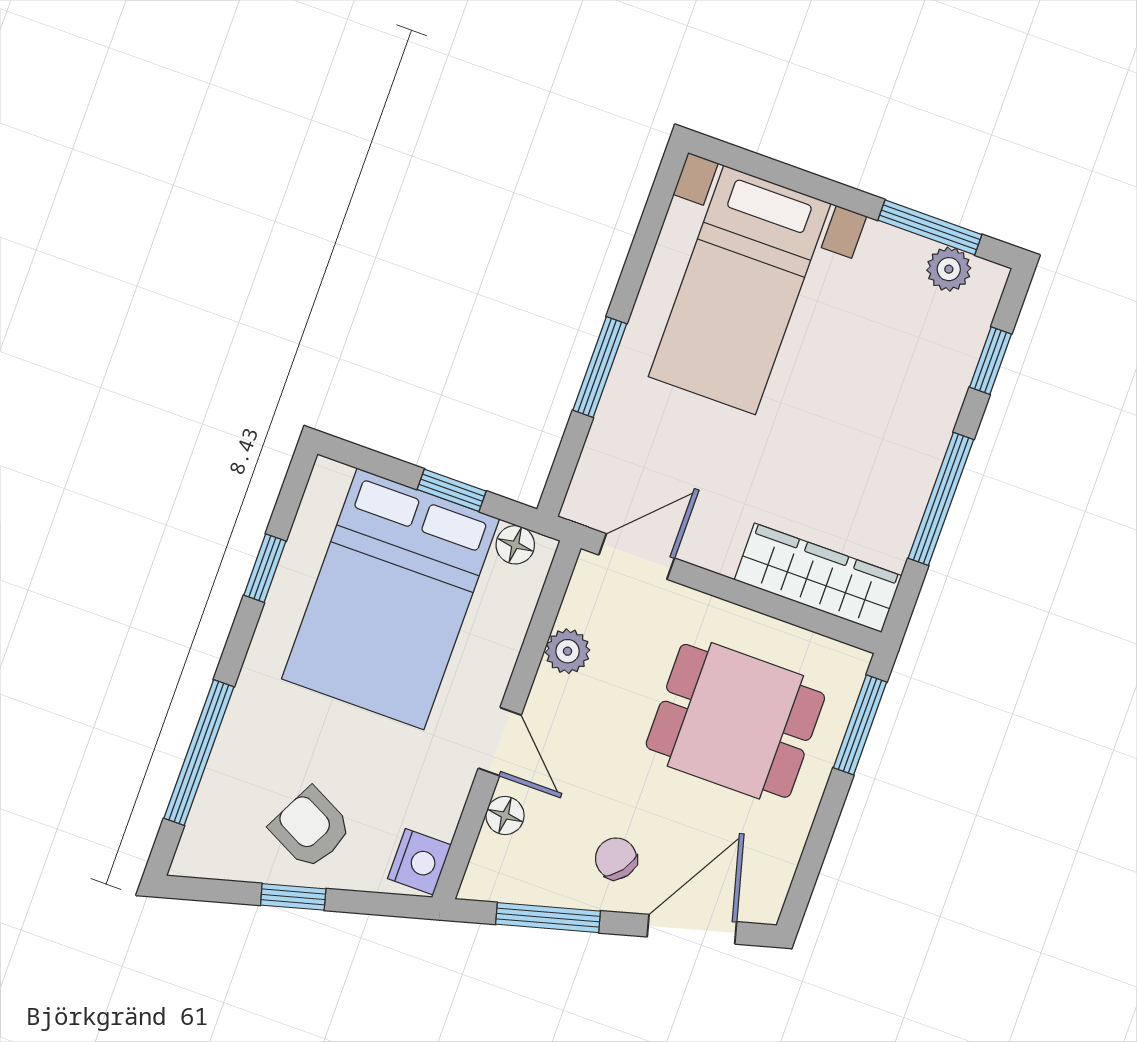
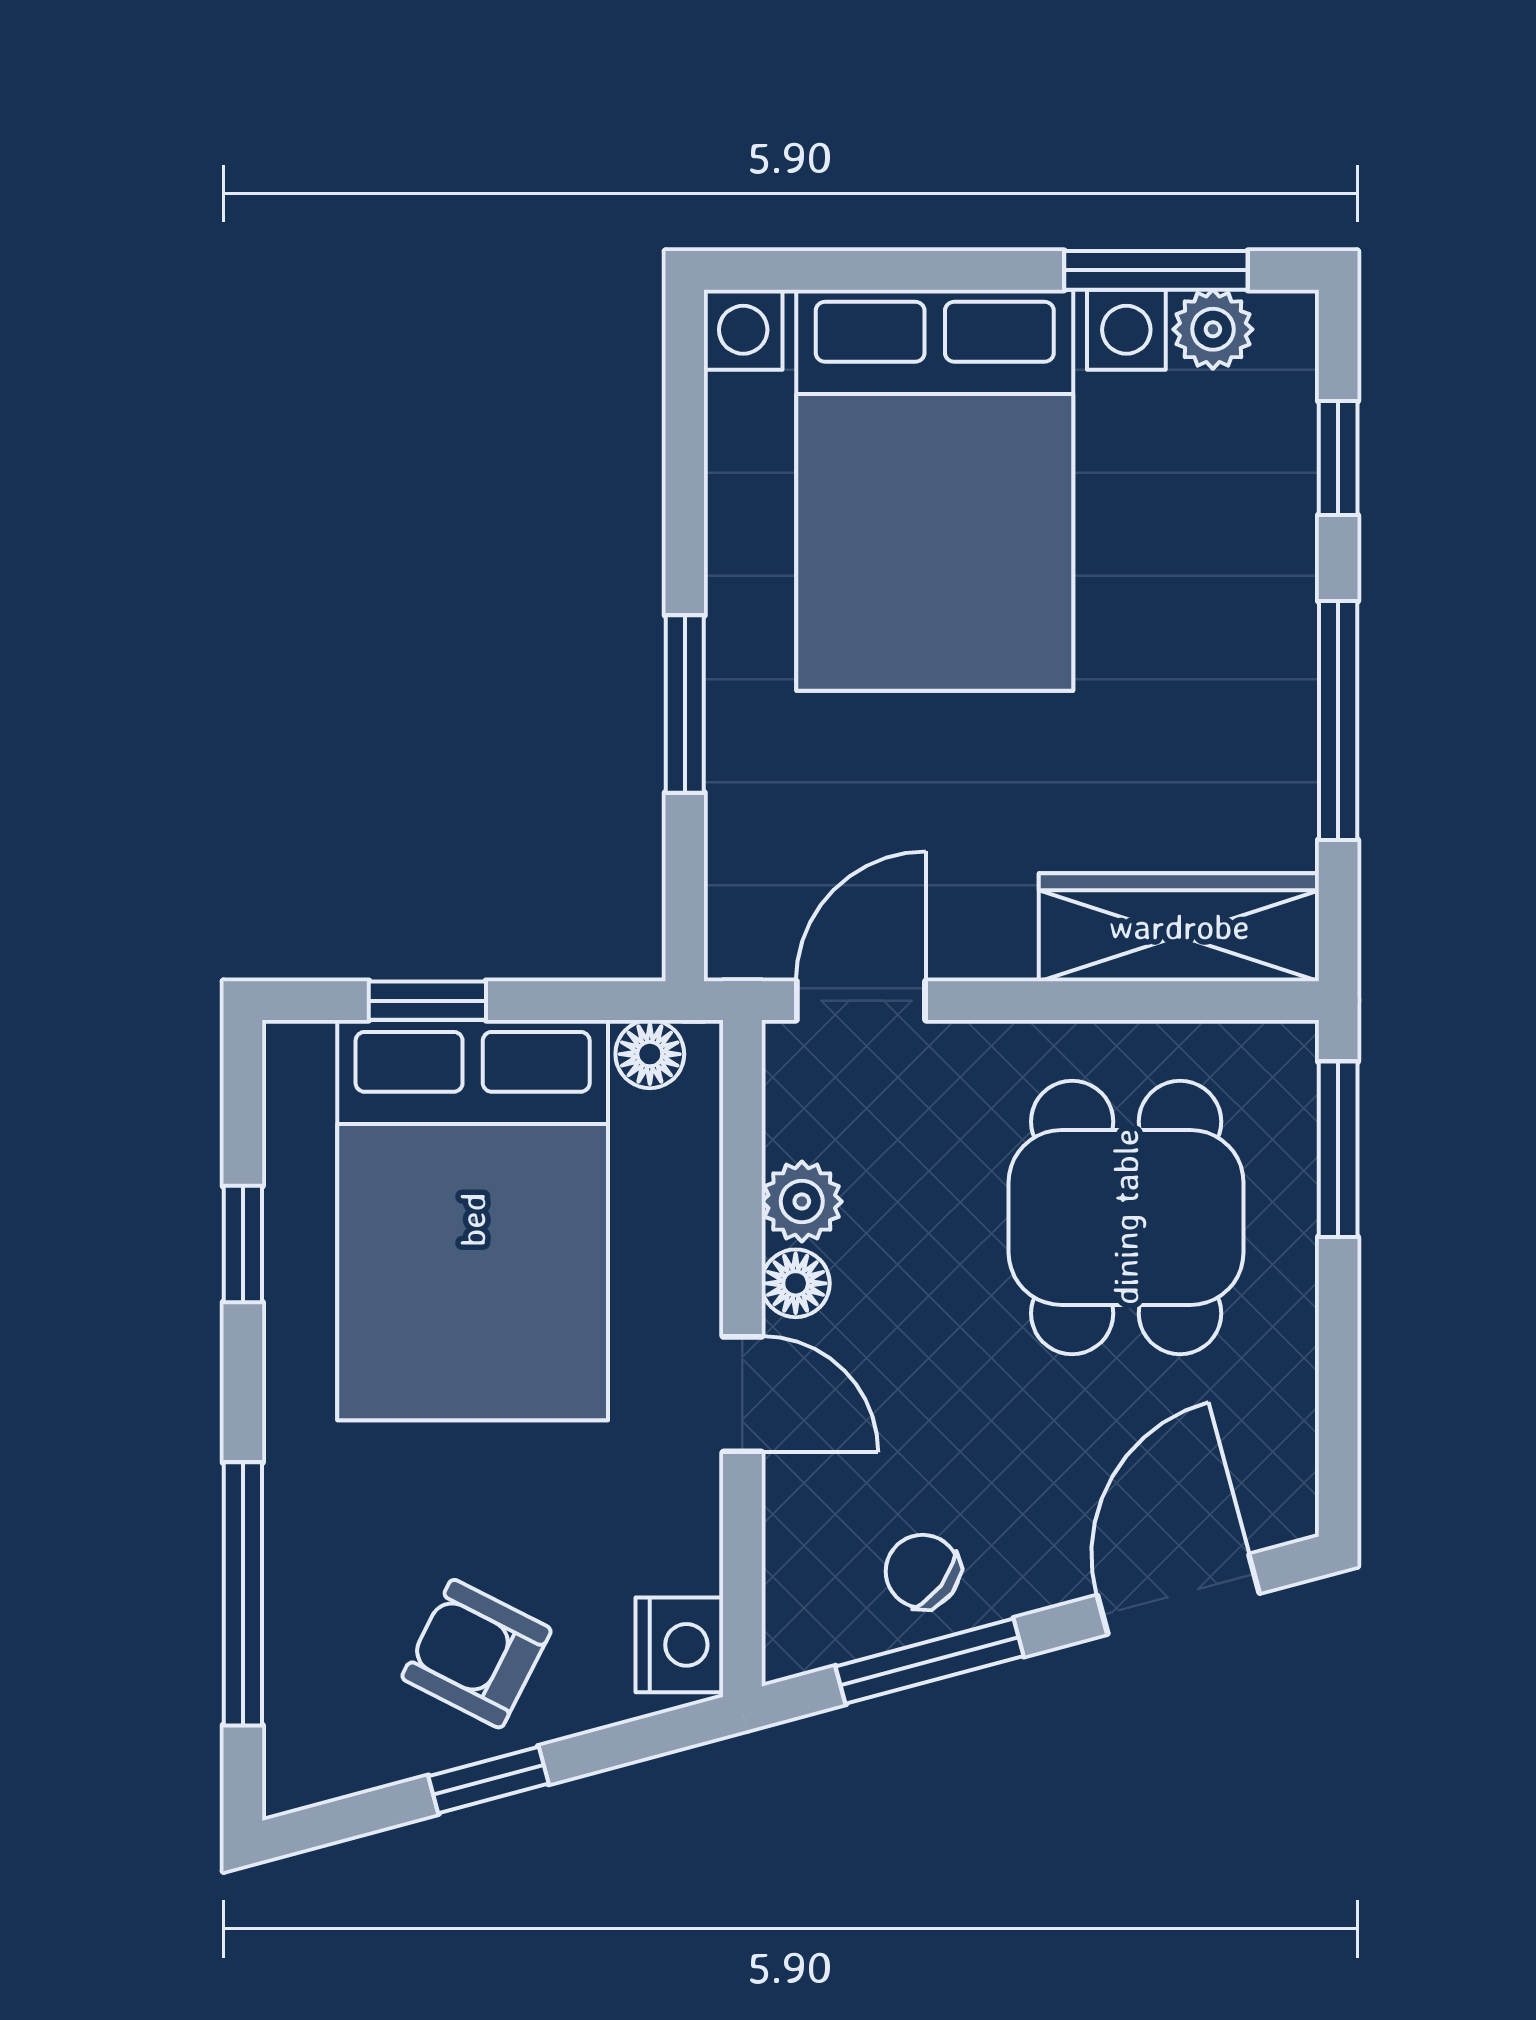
bed with nightstands: (740, 290) -> (935, 490), width x1.36
window: (452, 490) -> (427, 1001), moved
dining table: (735, 721) -> (1126, 1217), turned 90
floor lamp: (505, 815) -> (796, 1283), moved
chair: (616, 859) -> (923, 1571), moved

